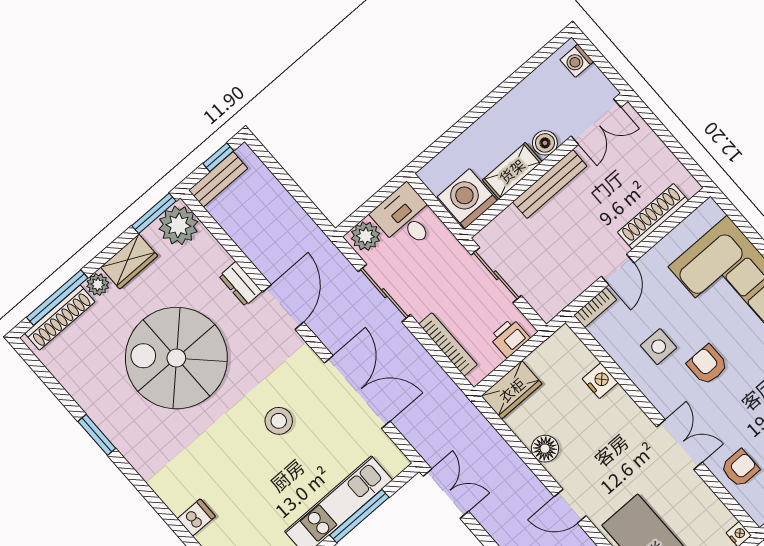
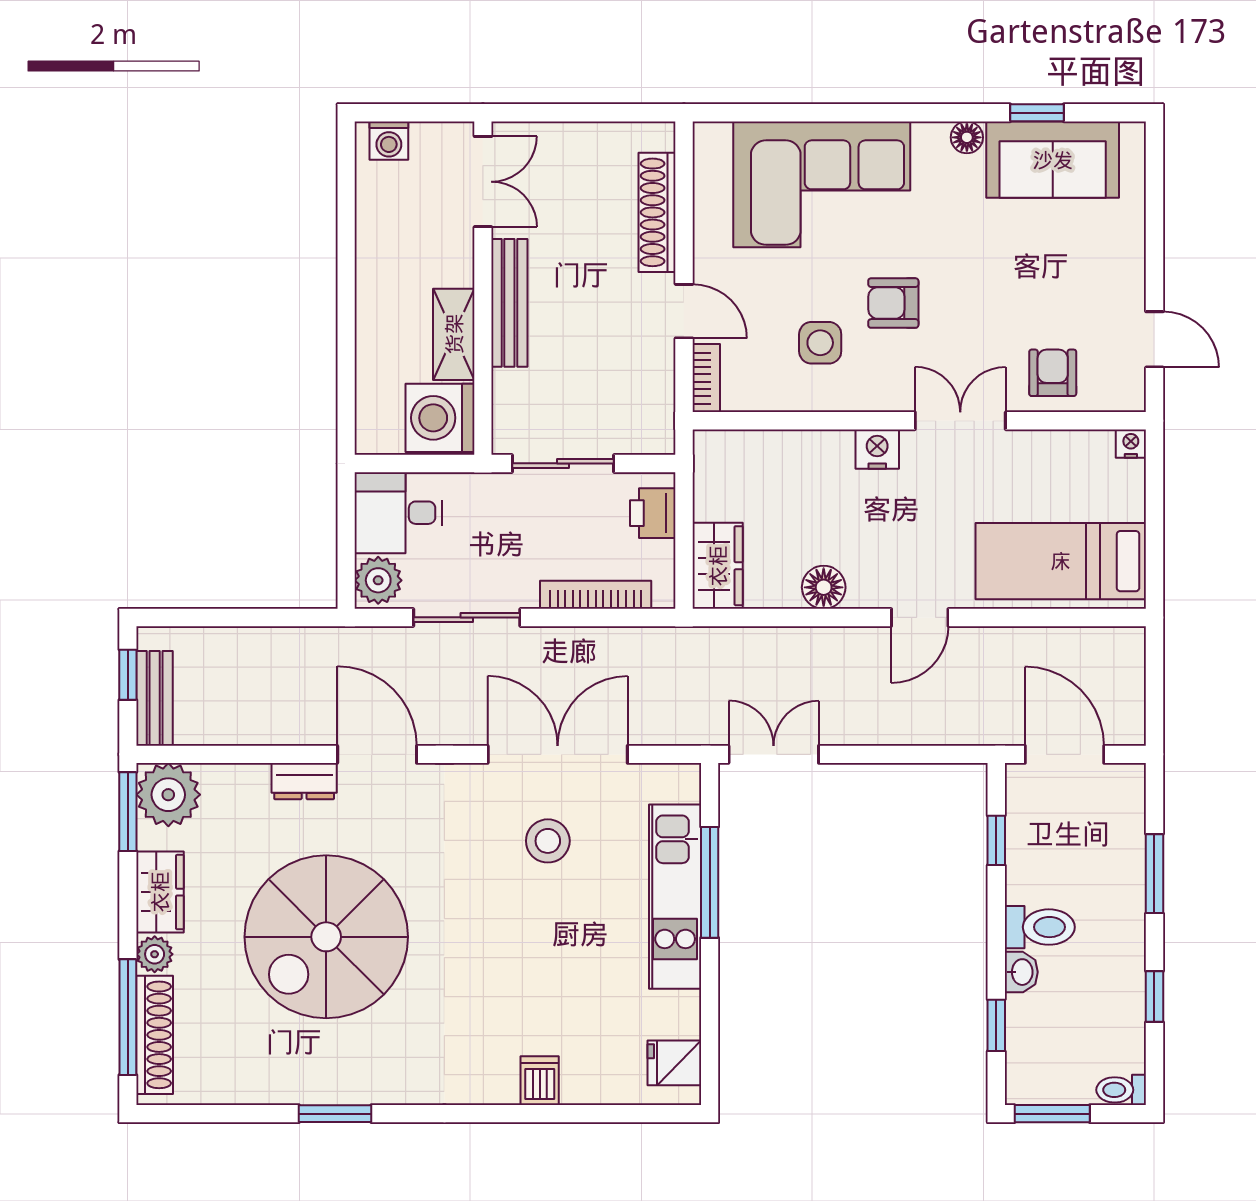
boiler: (545, 143) -> (455, 265), removed
nightstand: (600, 381) -> (877, 449), moved
stool: (279, 421) -> (548, 841), moved

